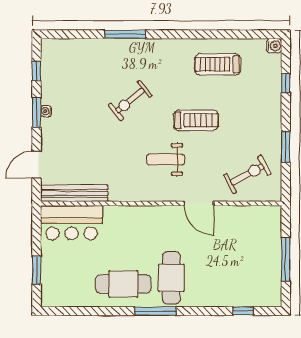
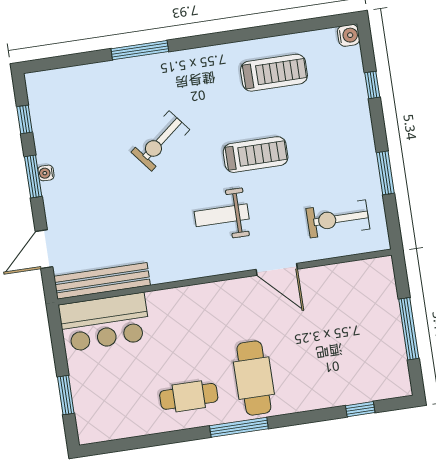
treadmill: (218, 64) -> (274, 73), turned 180
exercise bike: (247, 174) -> (338, 219), turned -152
cafe table: (123, 284) -> (189, 396), width x0.73, depth x0.74

